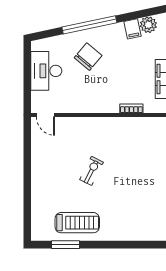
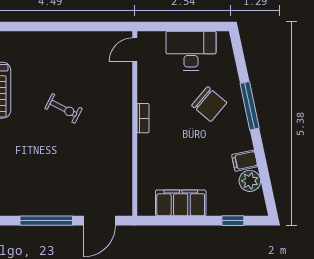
window: (89, 25) -> (250, 106), width x0.68
bookcase: (131, 109) -> (143, 118), moved

